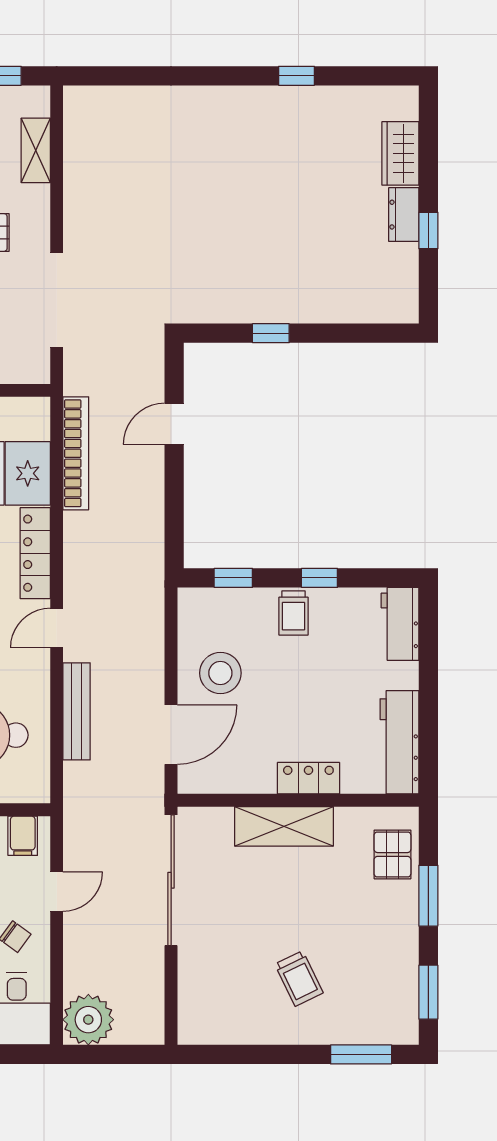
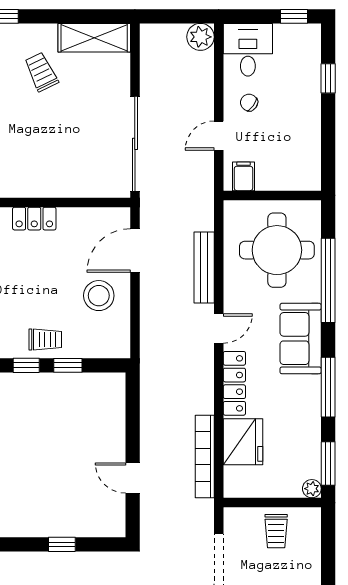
door: (174, 424) -> (133, 478), swing flipped
window: (233, 578) -> (68, 365), moved
trolley: (294, 613) -> (45, 339), turned 90
shelving: (284, 826) -> (94, 38), moved
plant: (88, 1020) -> (200, 37), width x0.73, depth x0.73

